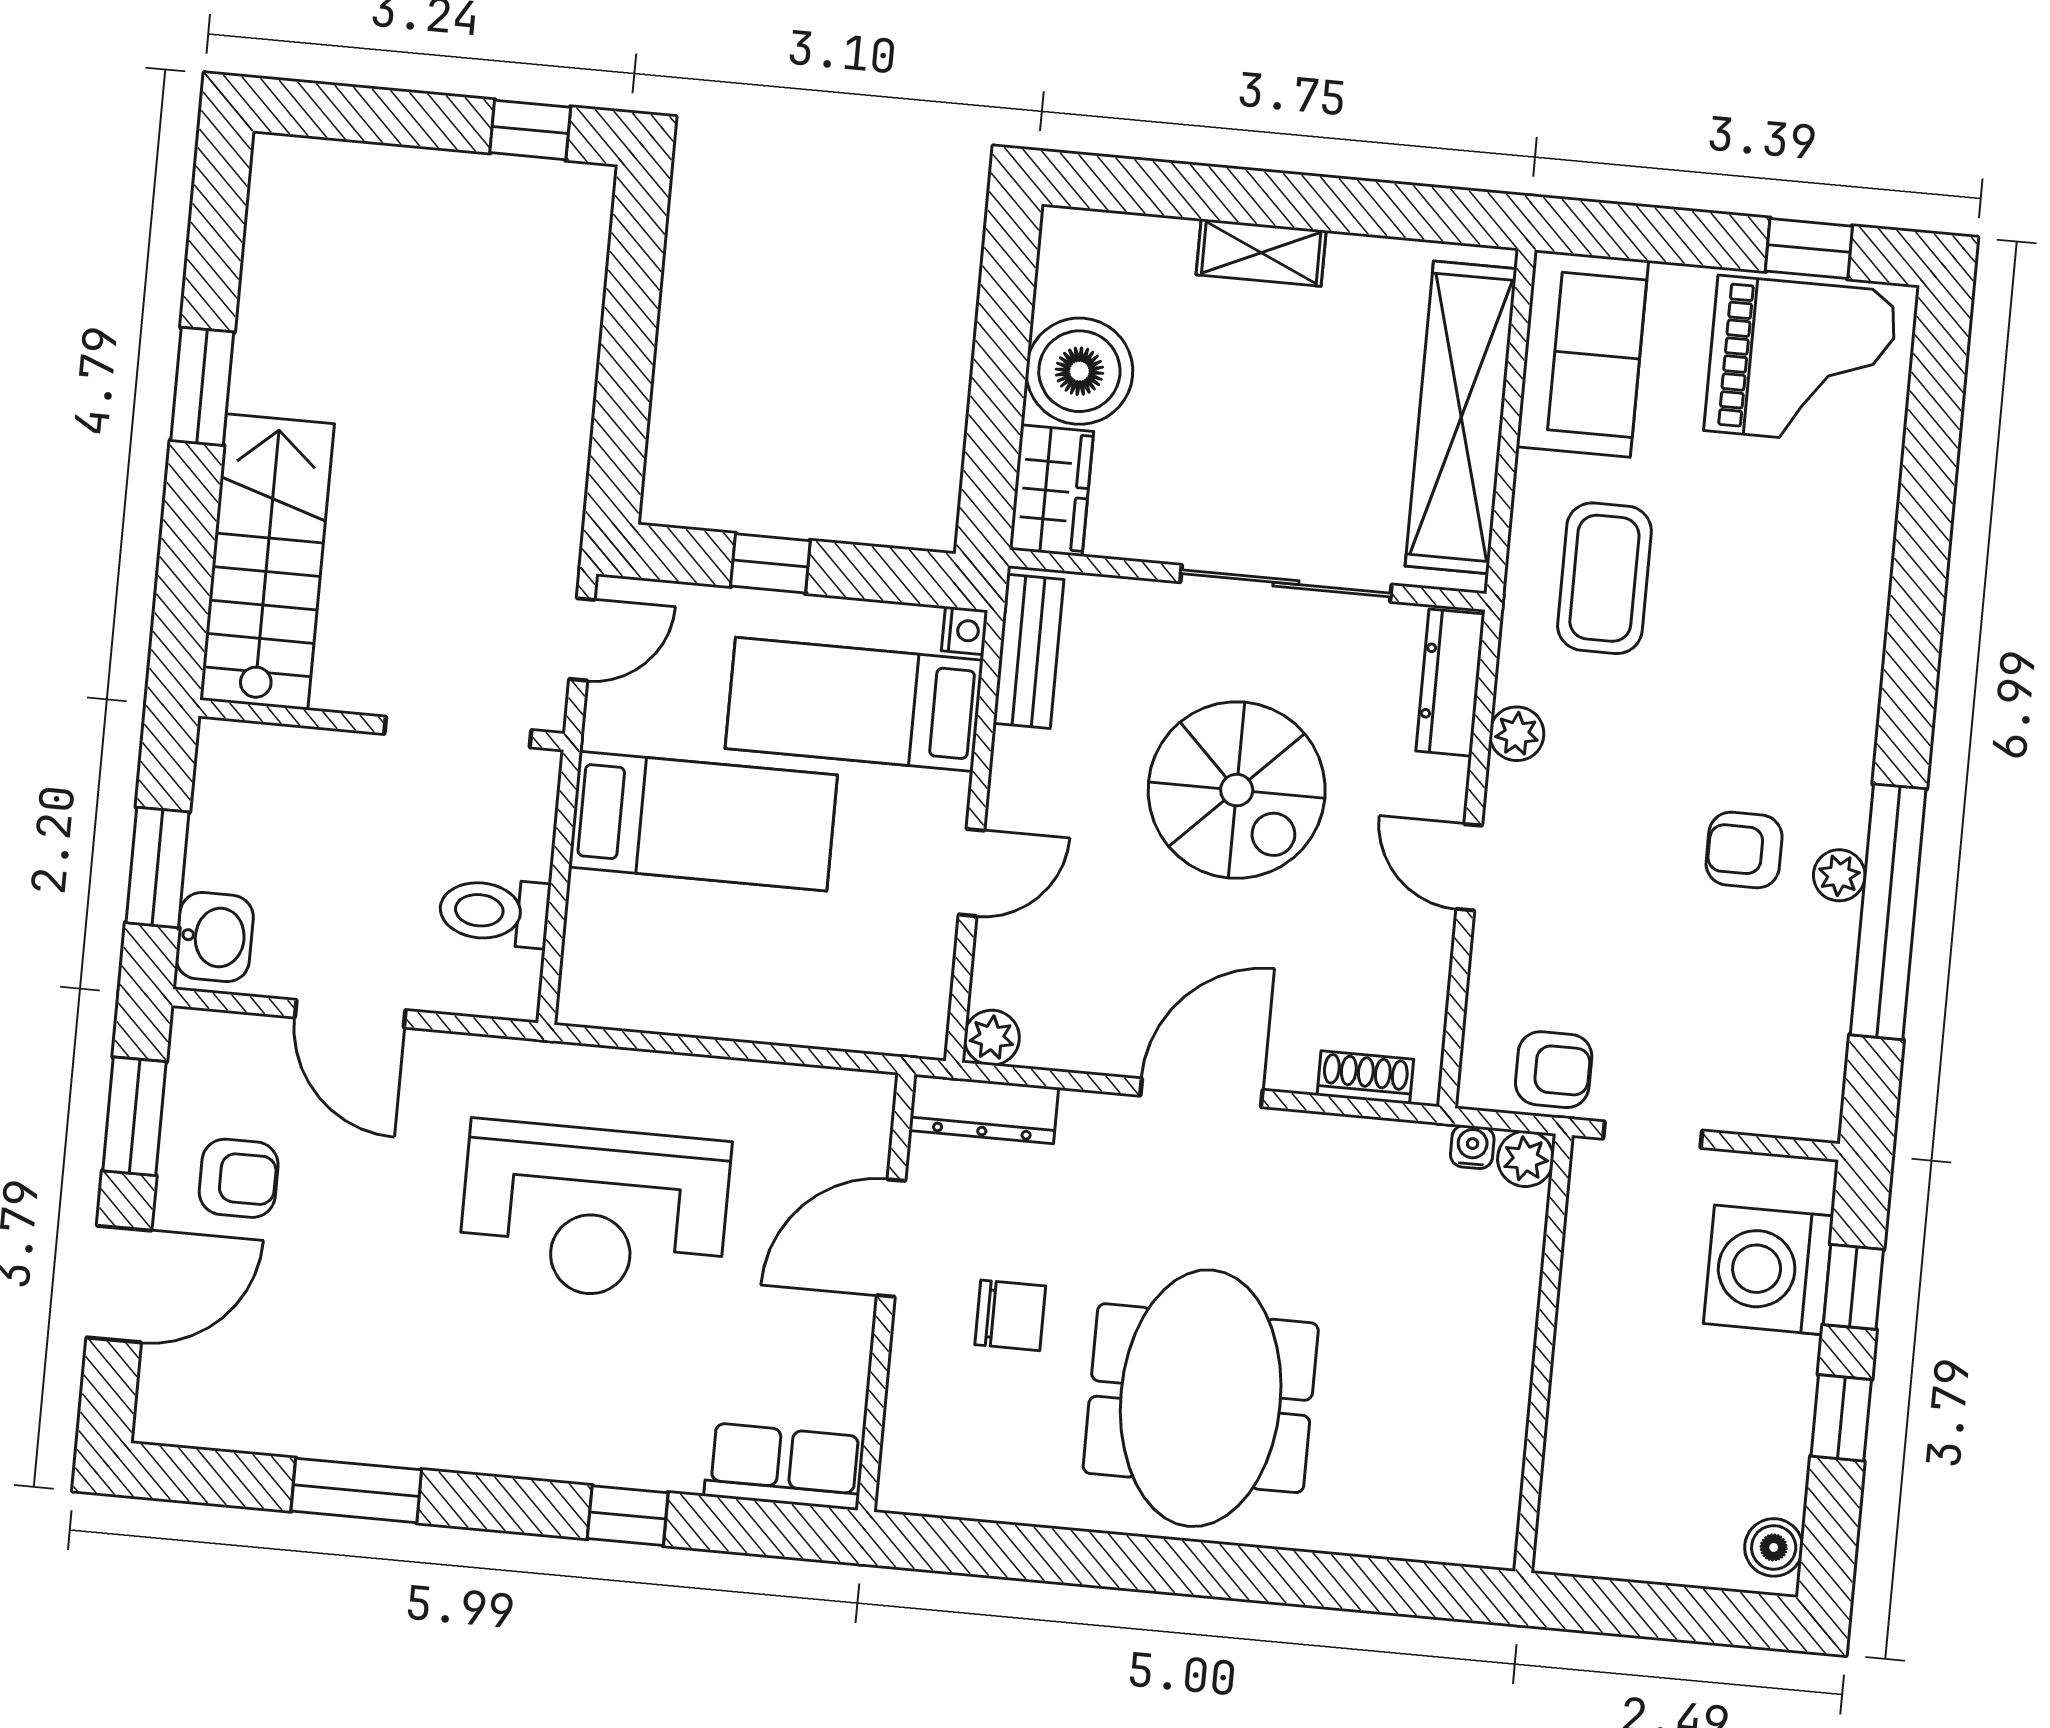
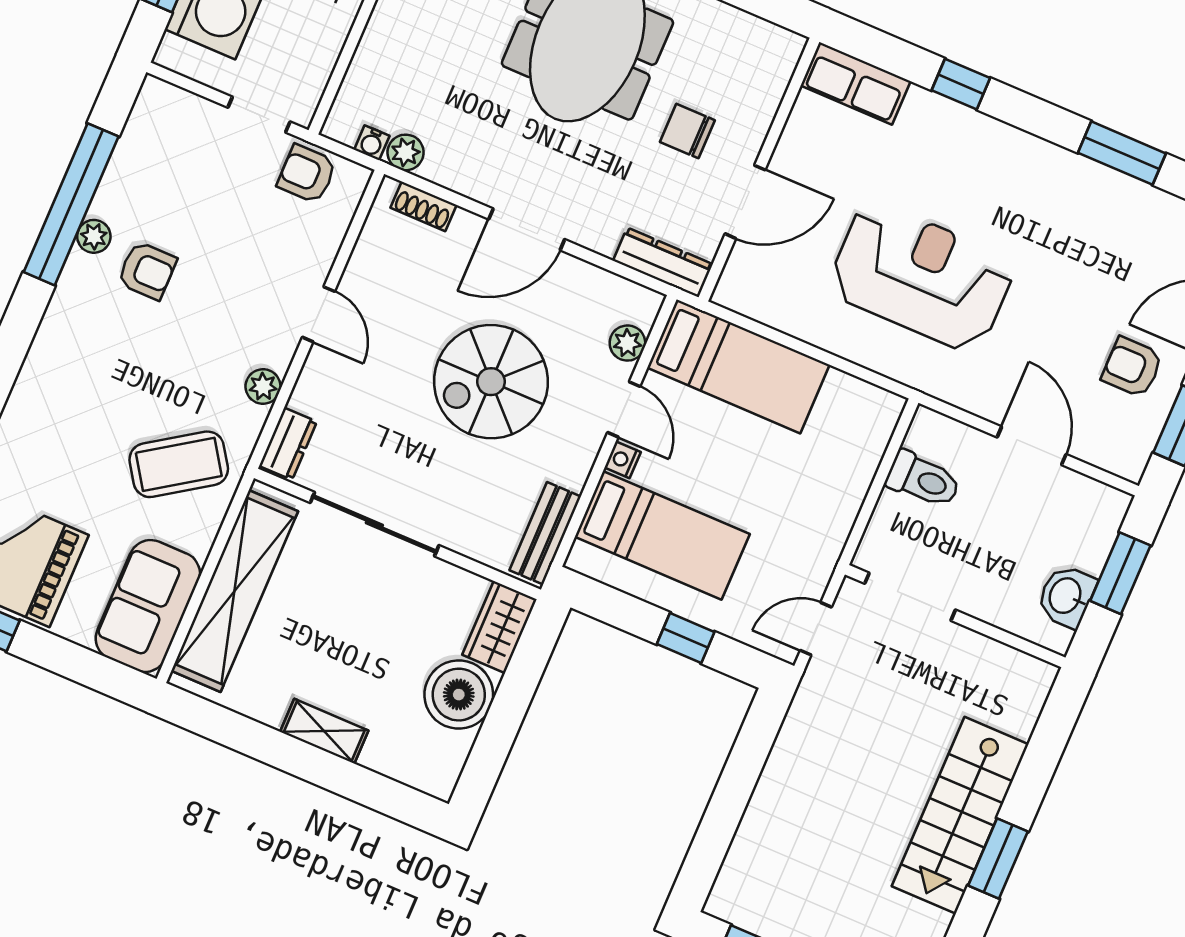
stairs: (267, 562) -> (960, 815), moved
coffee table: (1604, 578) -> (179, 464), turned 56
nightstand: (965, 630) -> (623, 460), moved
dresser: (1450, 683) -> (288, 444), width x0.70
spiral stairs: (1237, 790) -> (491, 382), moved, turned -90
bed: (703, 821) -> (738, 366), moved, turned 180
door: (971, 872) -> (624, 409), swing flipped
washbasin: (215, 937) -> (1066, 596), moved
plant: (992, 1038) -> (627, 343), moved
plant: (1526, 1159) -> (406, 152), moved

